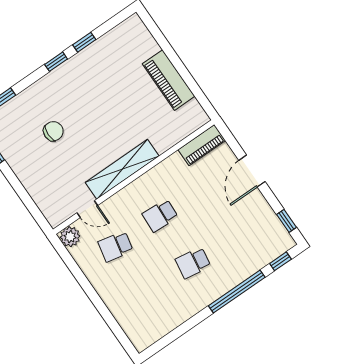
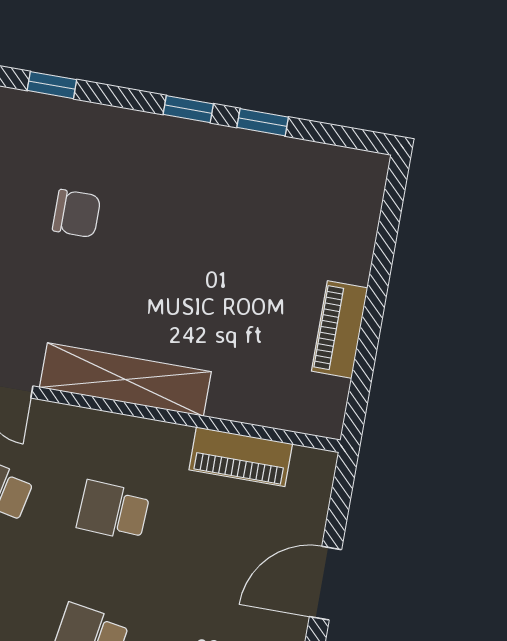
piano: (169, 80) -> (340, 330), width x0.73, depth x0.75
piano: (202, 145) -> (241, 457), moved

